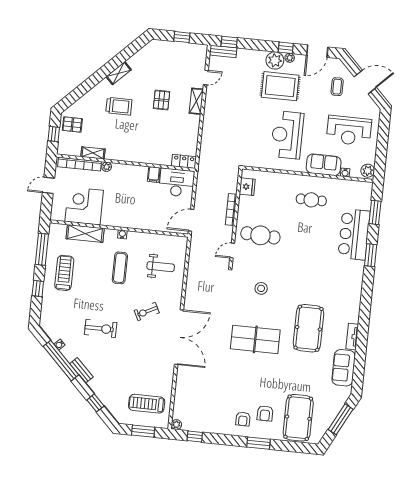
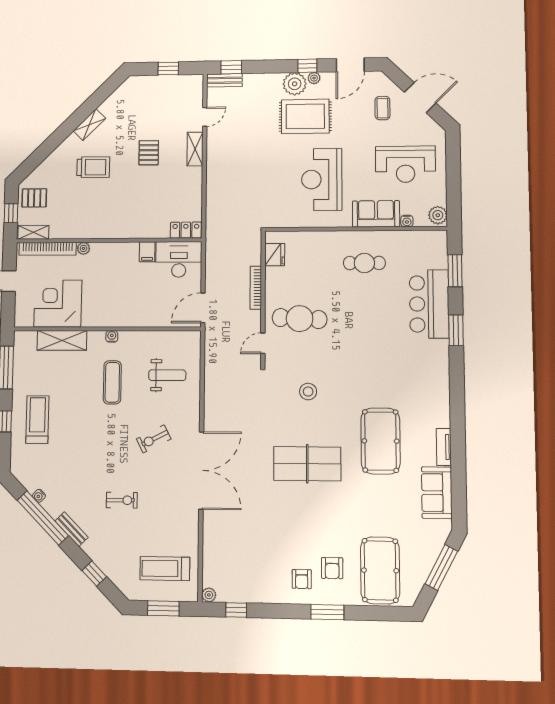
shelving: (93, 153) -> (33, 232), moved
treadmill: (64, 273) -> (37, 420), moved
exercise bike: (101, 328) -> (122, 500), moved, width x0.73, depth x0.72

